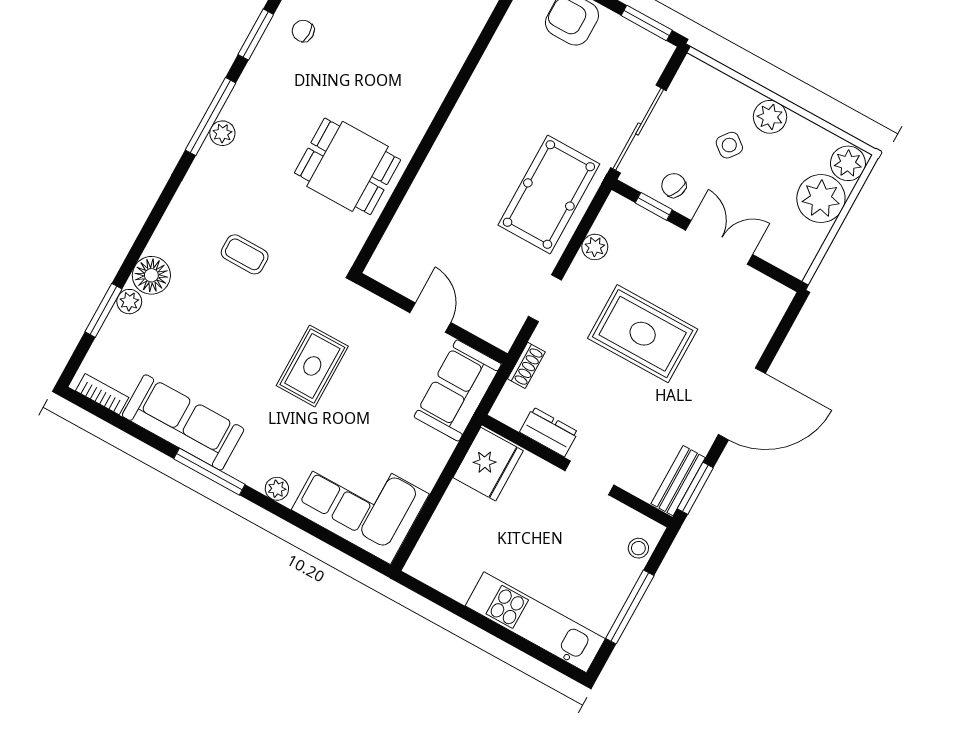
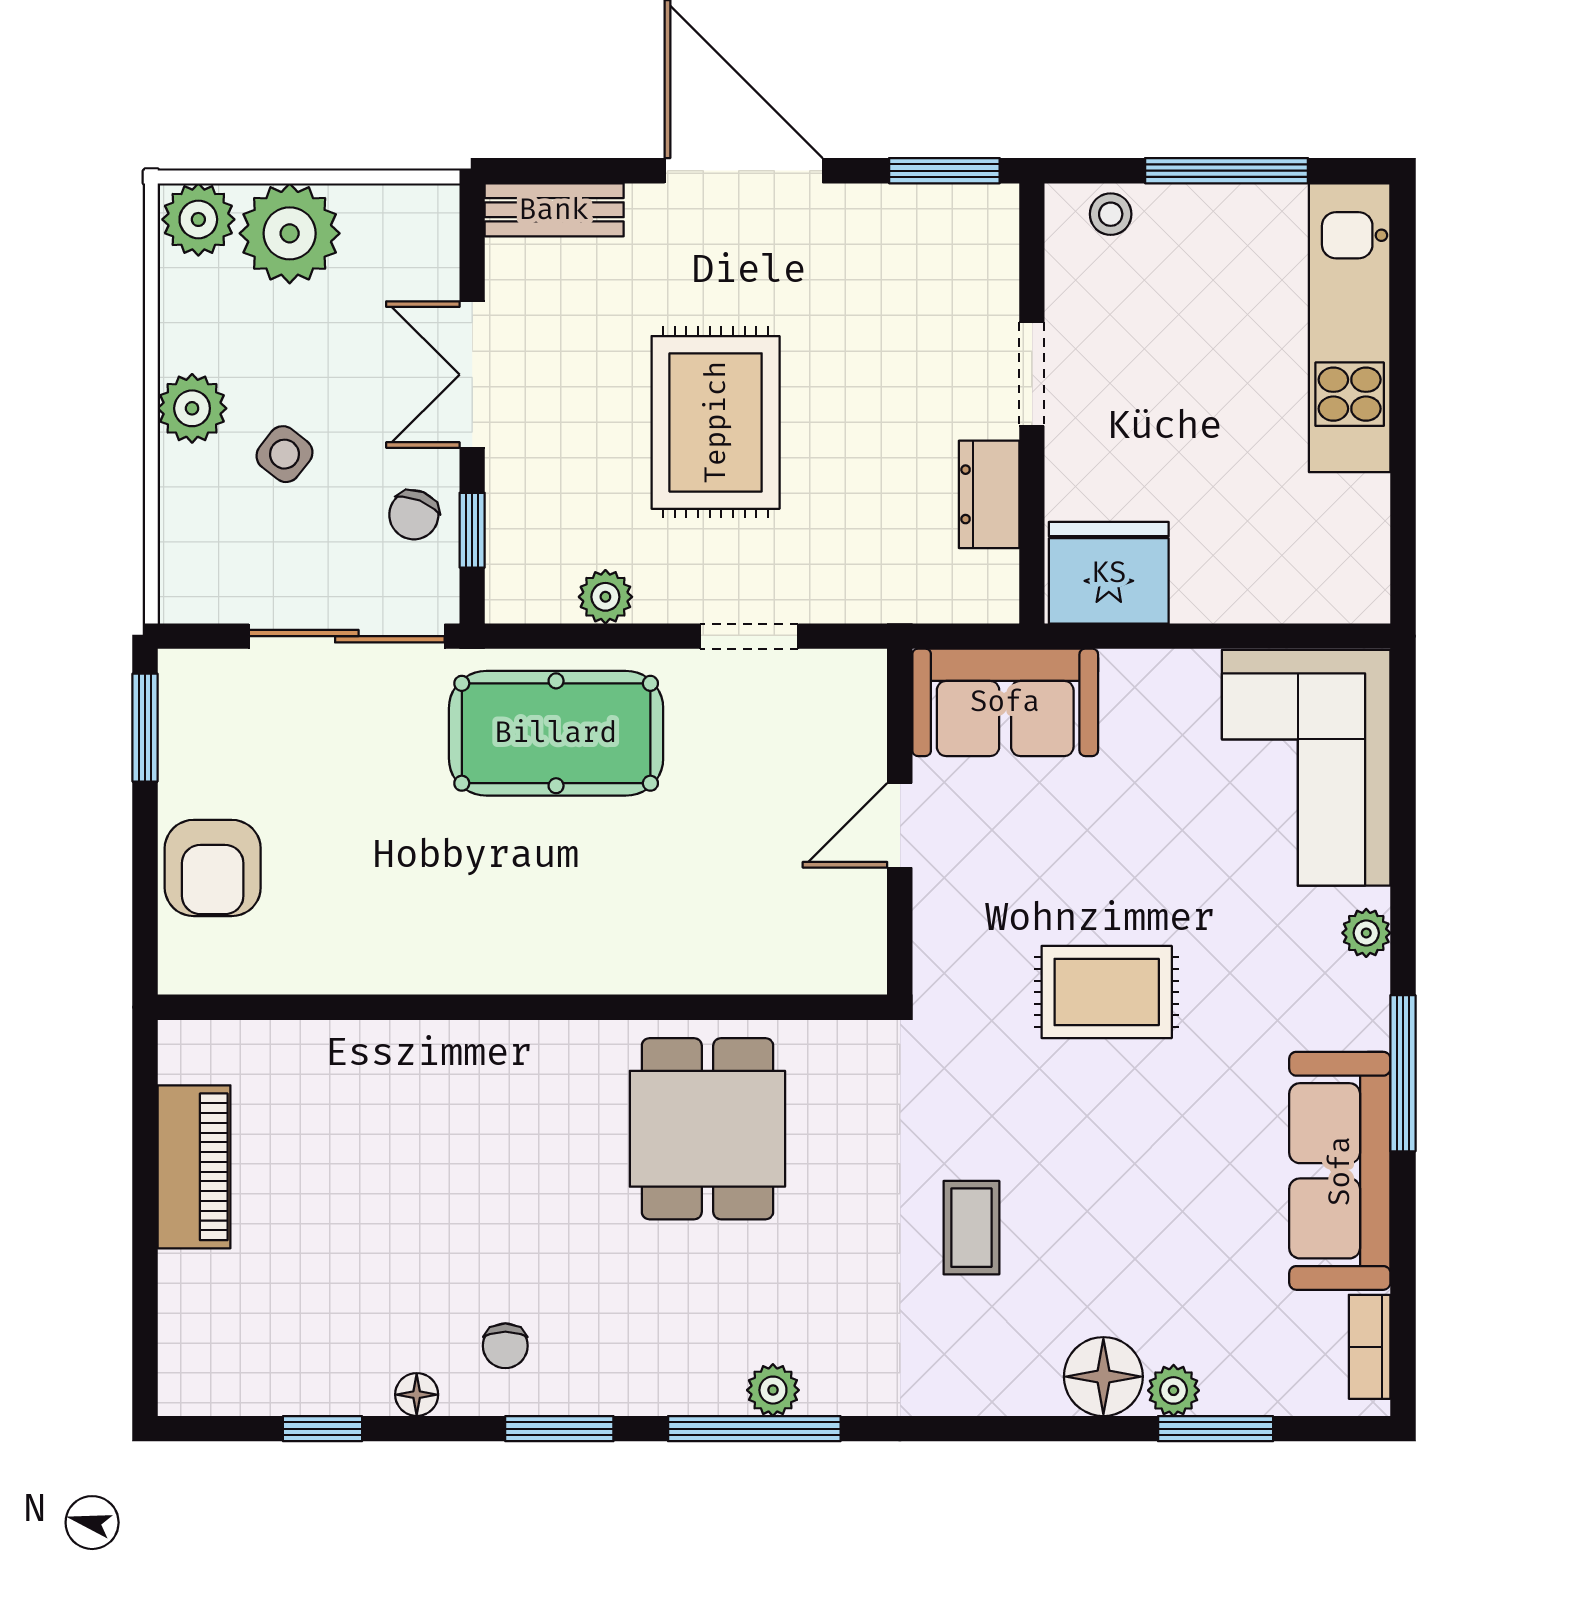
shoe rack: (526, 365) -> (890, 602), removed
bench: (678, 481) -> (554, 210), moved

